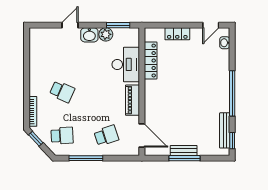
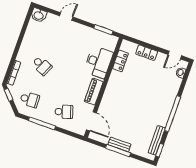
plant: (106, 34) -> (91, 33), removed
washbasin: (89, 35) -> (39, 15), moved
locker: (151, 61) -> (120, 61), width x0.66

